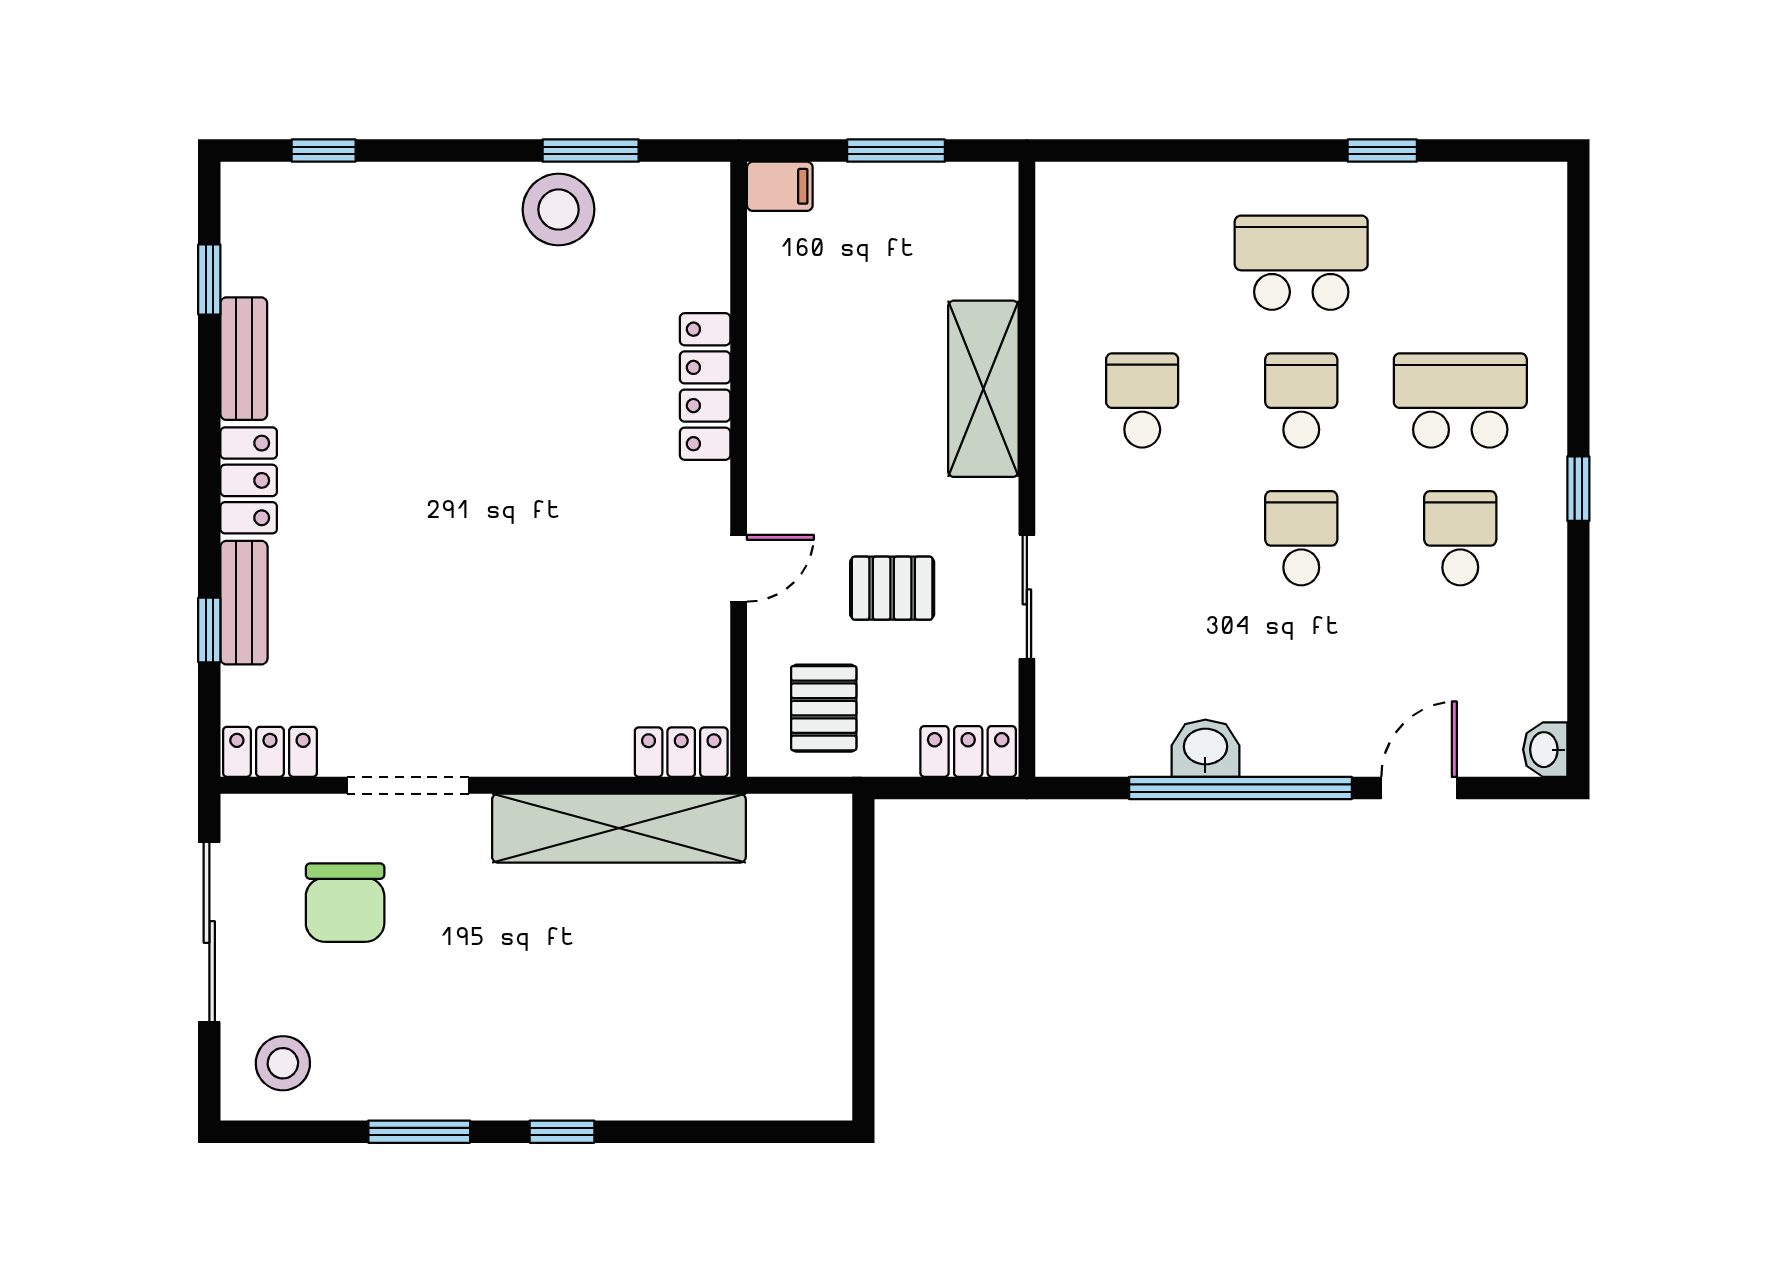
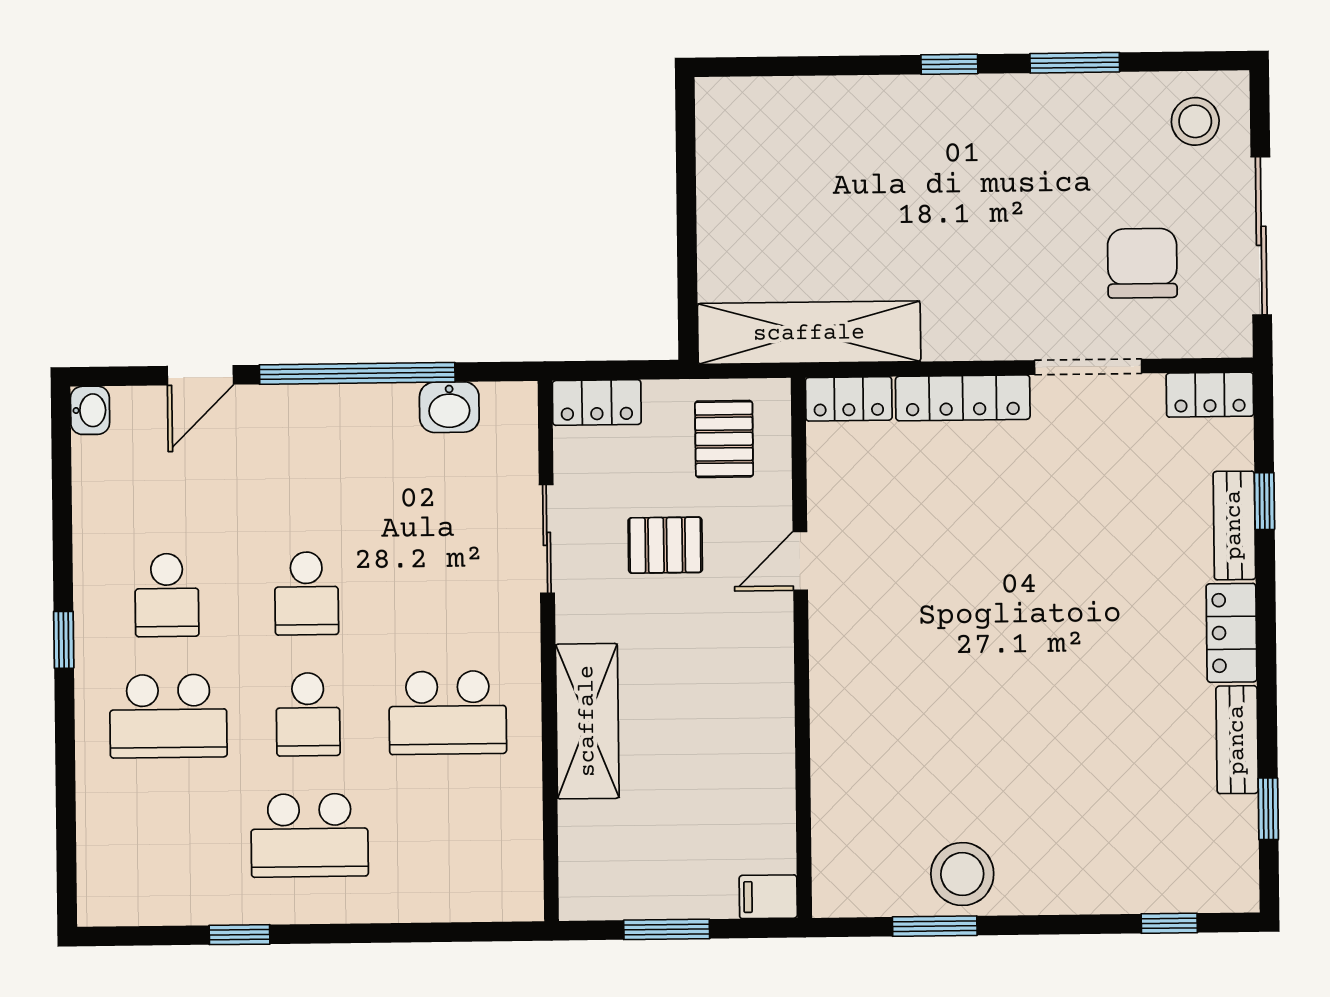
locker: (705, 386) -> (963, 398), moved, turned 90
school desk: (1142, 400) -> (448, 713), width x1.85
washbasin: (1205, 748) -> (449, 407), moved
shelving: (619, 828) -> (809, 333), moved

